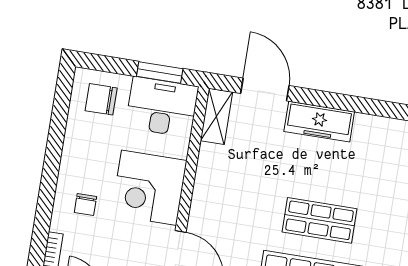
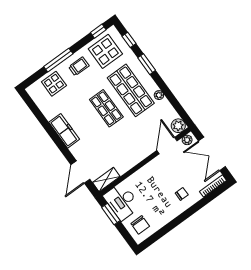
freezer: (319, 122) -> (64, 131), moved
corner desk: (149, 188) -> (154, 178), removed

